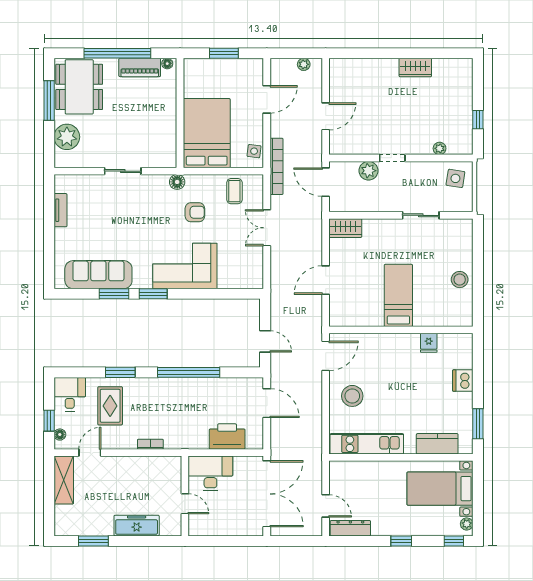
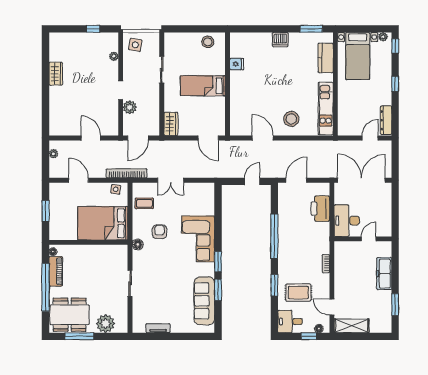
bed: (398, 295) -> (203, 86), moved
wall: (401, 330) -> (227, 84), moved
fridge: (429, 343) -> (237, 64), moved

